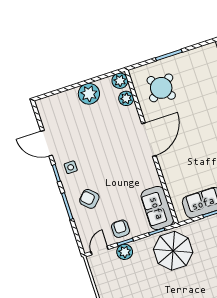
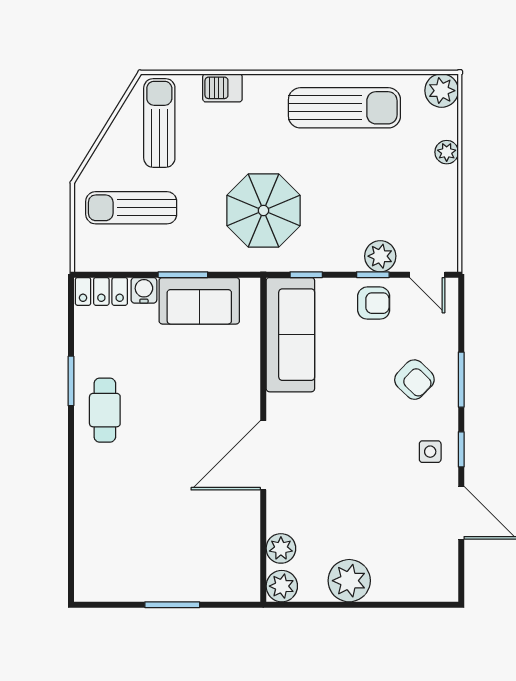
round table: (161, 88) -> (207, 546), removed
sofa: (157, 208) -> (290, 335), width x1.36
armchair: (120, 229) -> (374, 303), turned -90
door: (100, 250) -> (427, 275), hinge flipped
parasol: (173, 251) -> (263, 210), moved

